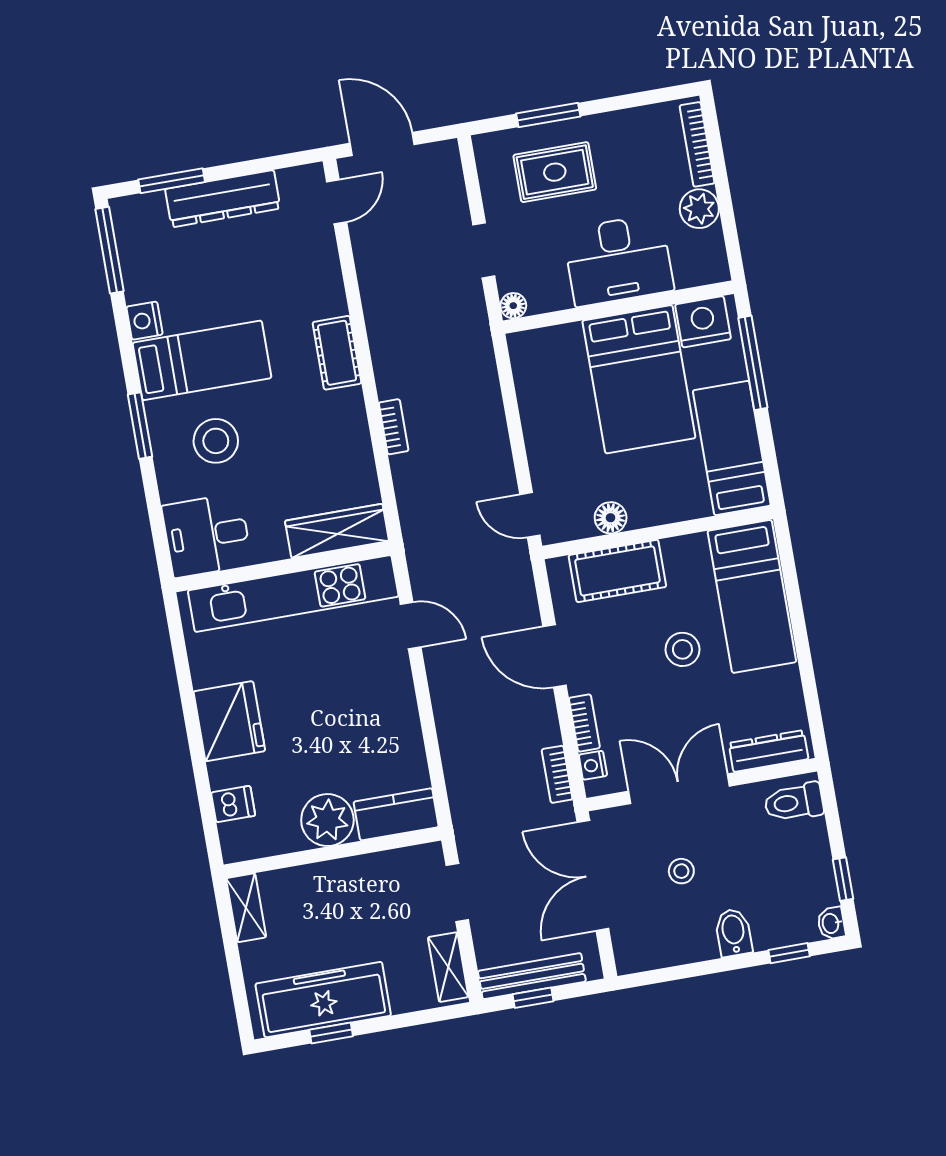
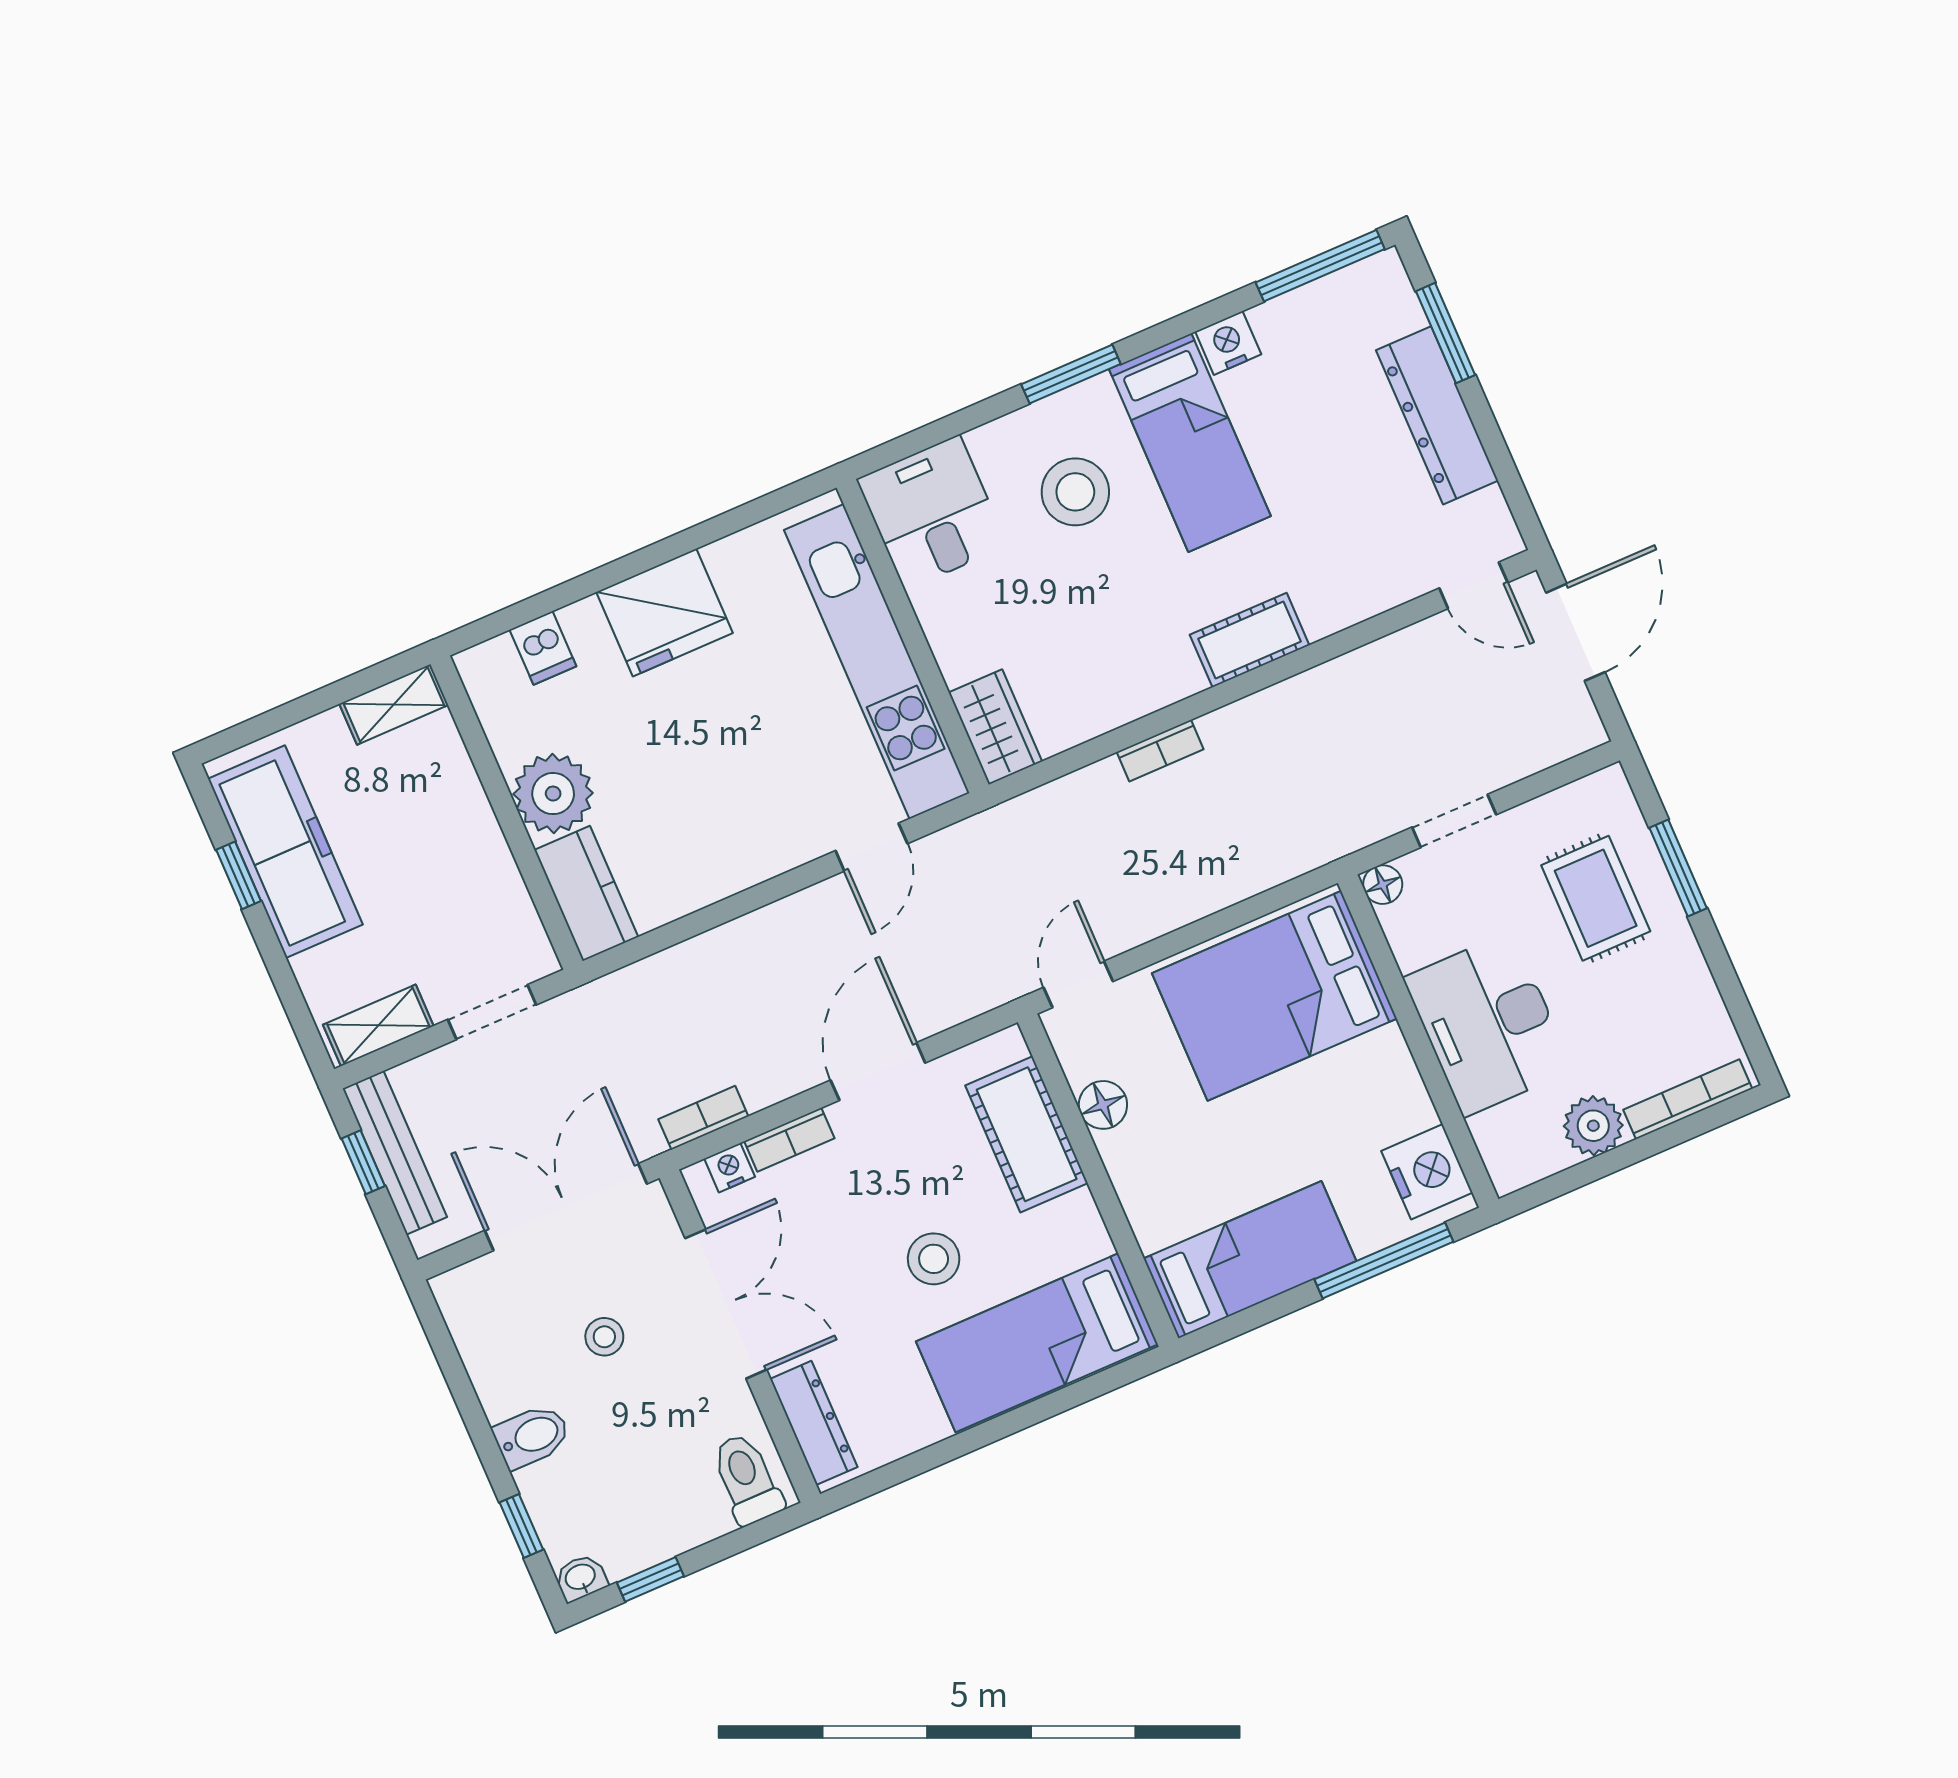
bed: (639, 379) -> (1274, 996), moved
wardrobe: (337, 531) -> (995, 727), width x0.67

